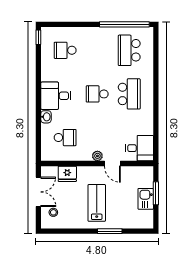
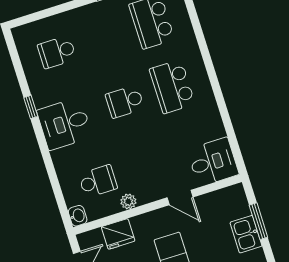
window: (38, 37) -> (31, 107), moved
school desk: (129, 94) -> (172, 87), turned 180
washbasin: (46, 117) -> (78, 216), moved
plant: (97, 156) -> (128, 201), moved

